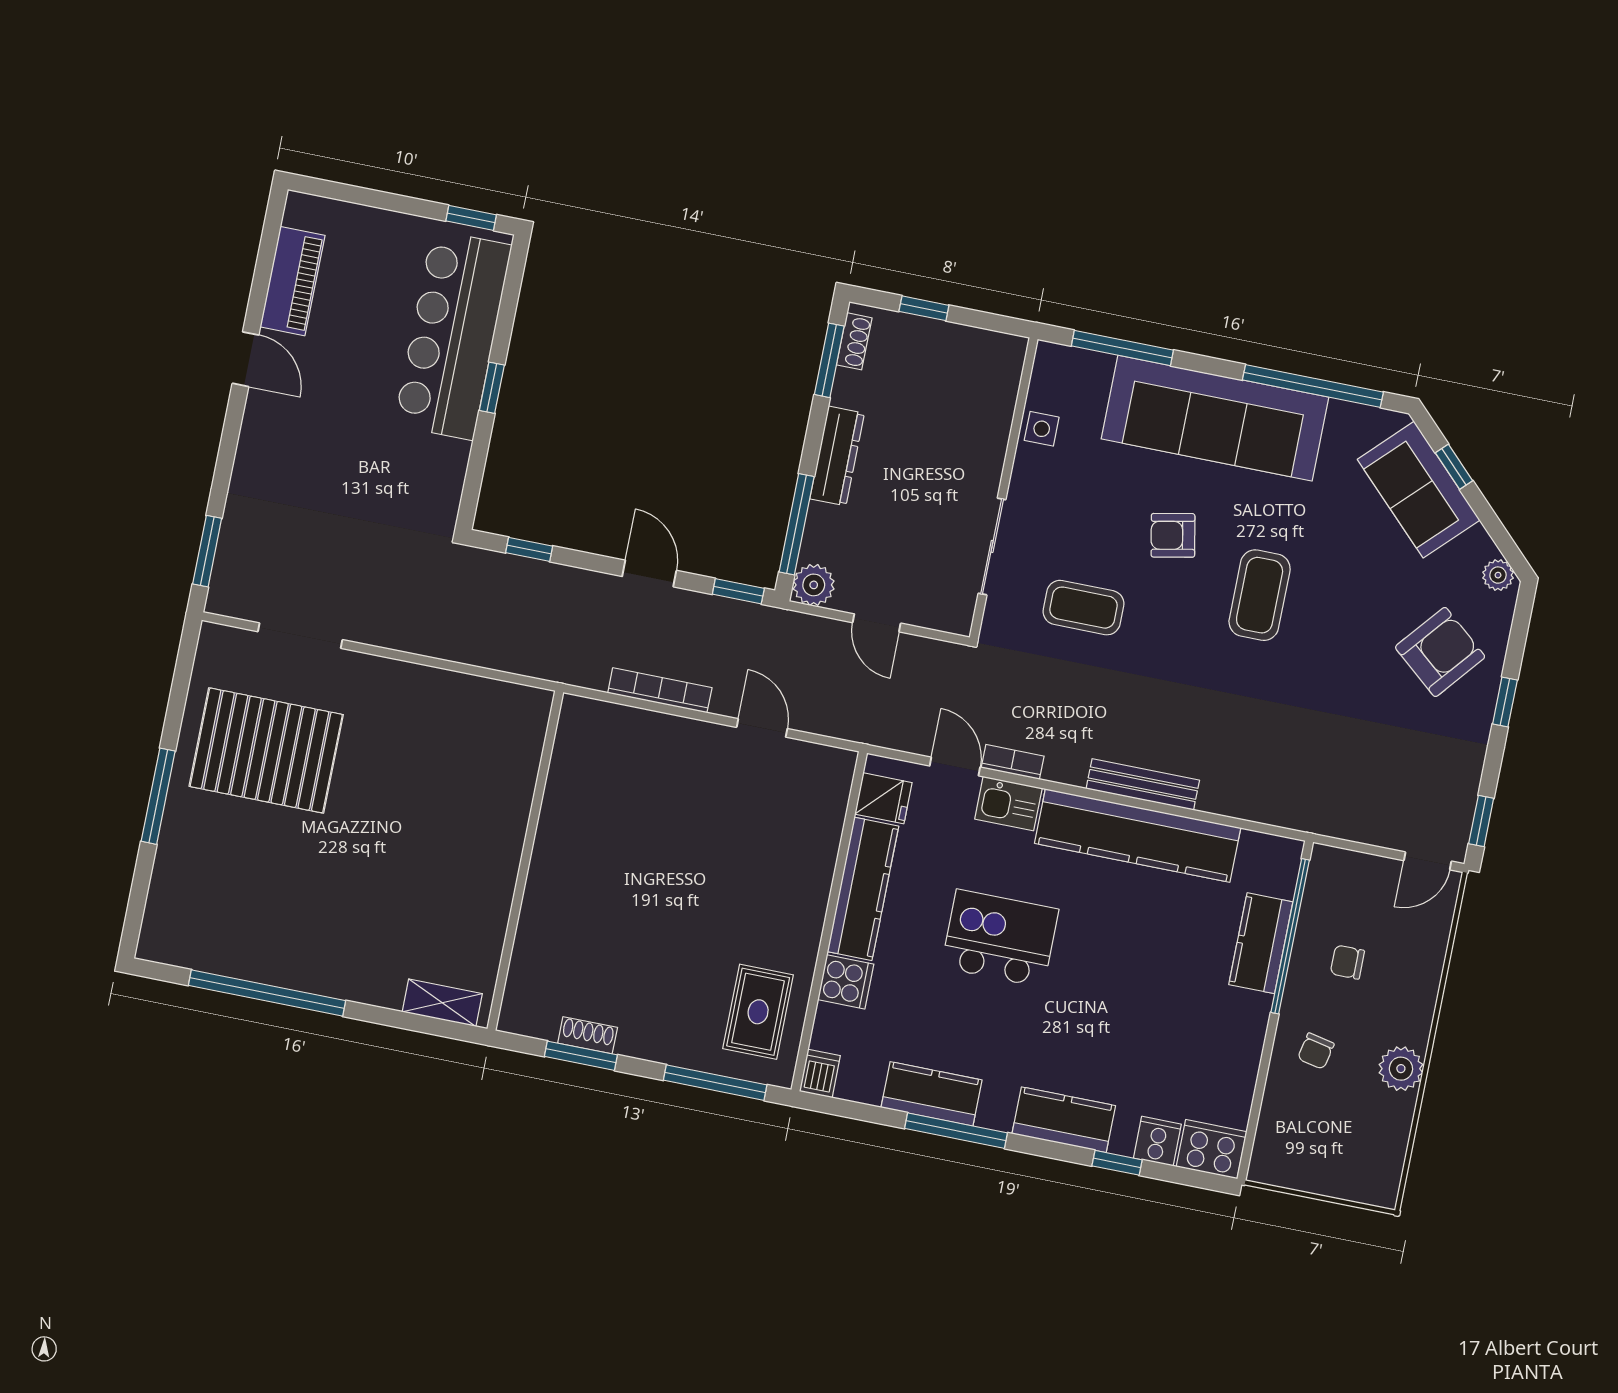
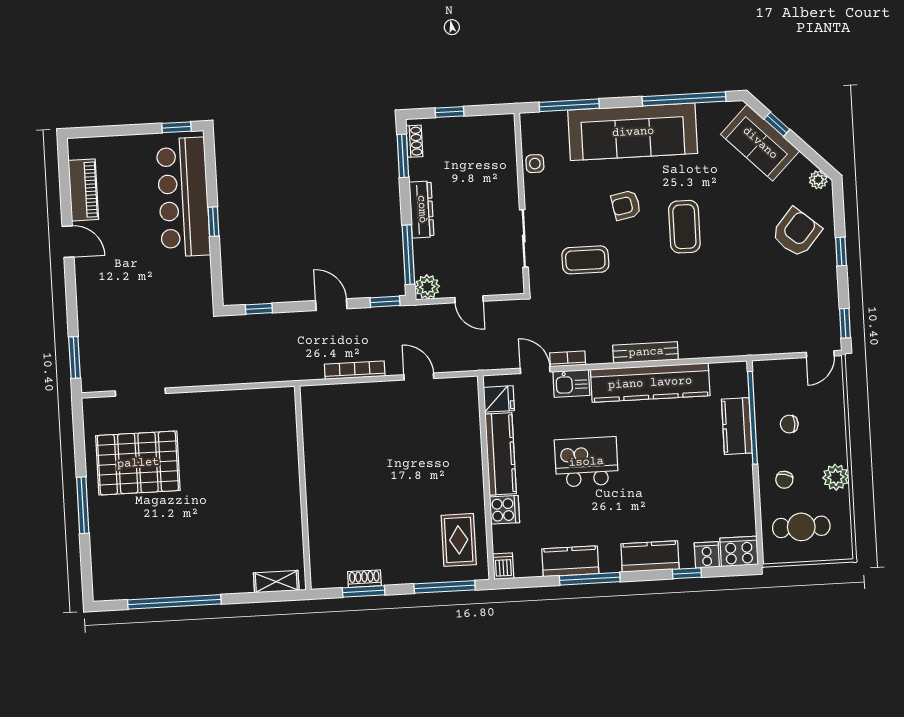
cafe table: (1324, 1135) -> (801, 527), added

